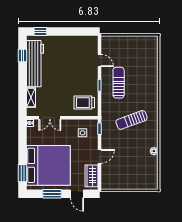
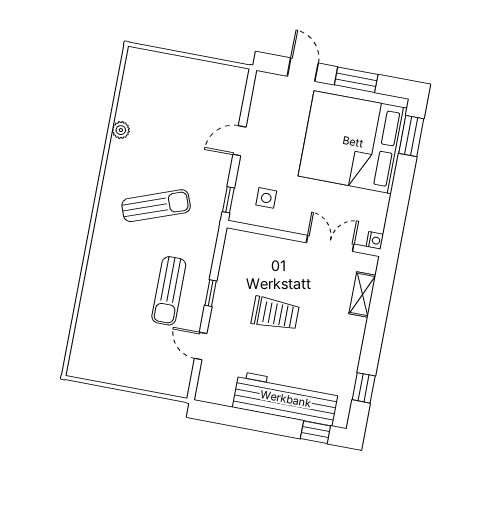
workbench: (35, 64) -> (286, 399), moved, turned 90
trolley: (84, 103) -> (275, 314), moved
wardrobe: (92, 176) -> (264, 102), removed

